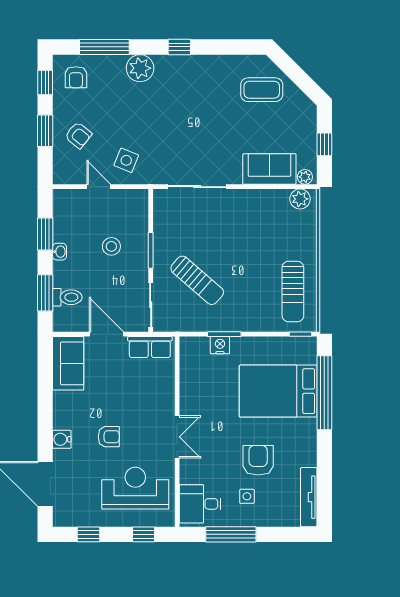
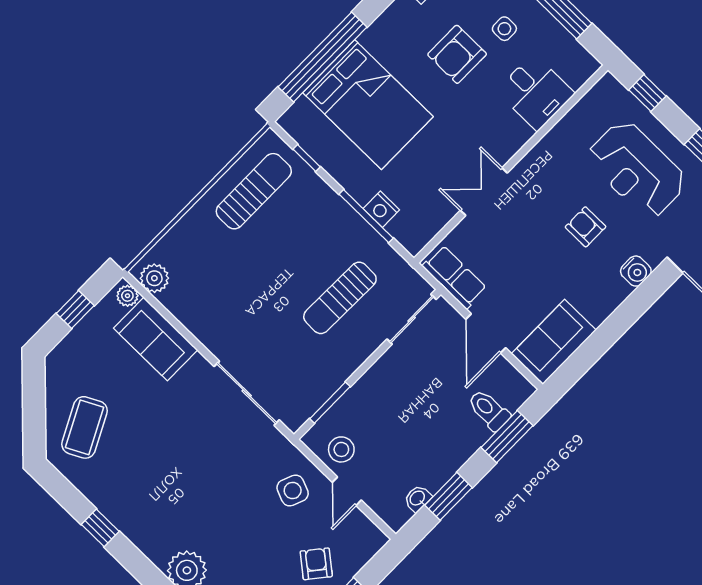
window: (179, 47) -> (100, 528), moved
coffee table: (262, 90) -> (85, 427), turned 63
stool: (111, 246) -> (341, 449), moved
window: (151, 250) -> (330, 403), moved
washbasin: (60, 252) -> (418, 498), moved
sun lounger: (197, 280) -> (340, 298), turned -130
window: (224, 334) -> (366, 216), width x1.44
window: (300, 334) -> (307, 158), moved
double door: (177, 437) -> (484, 192), moved
reception desk: (135, 488) -> (637, 169), moved
desk: (200, 504) -> (535, 92), moved

